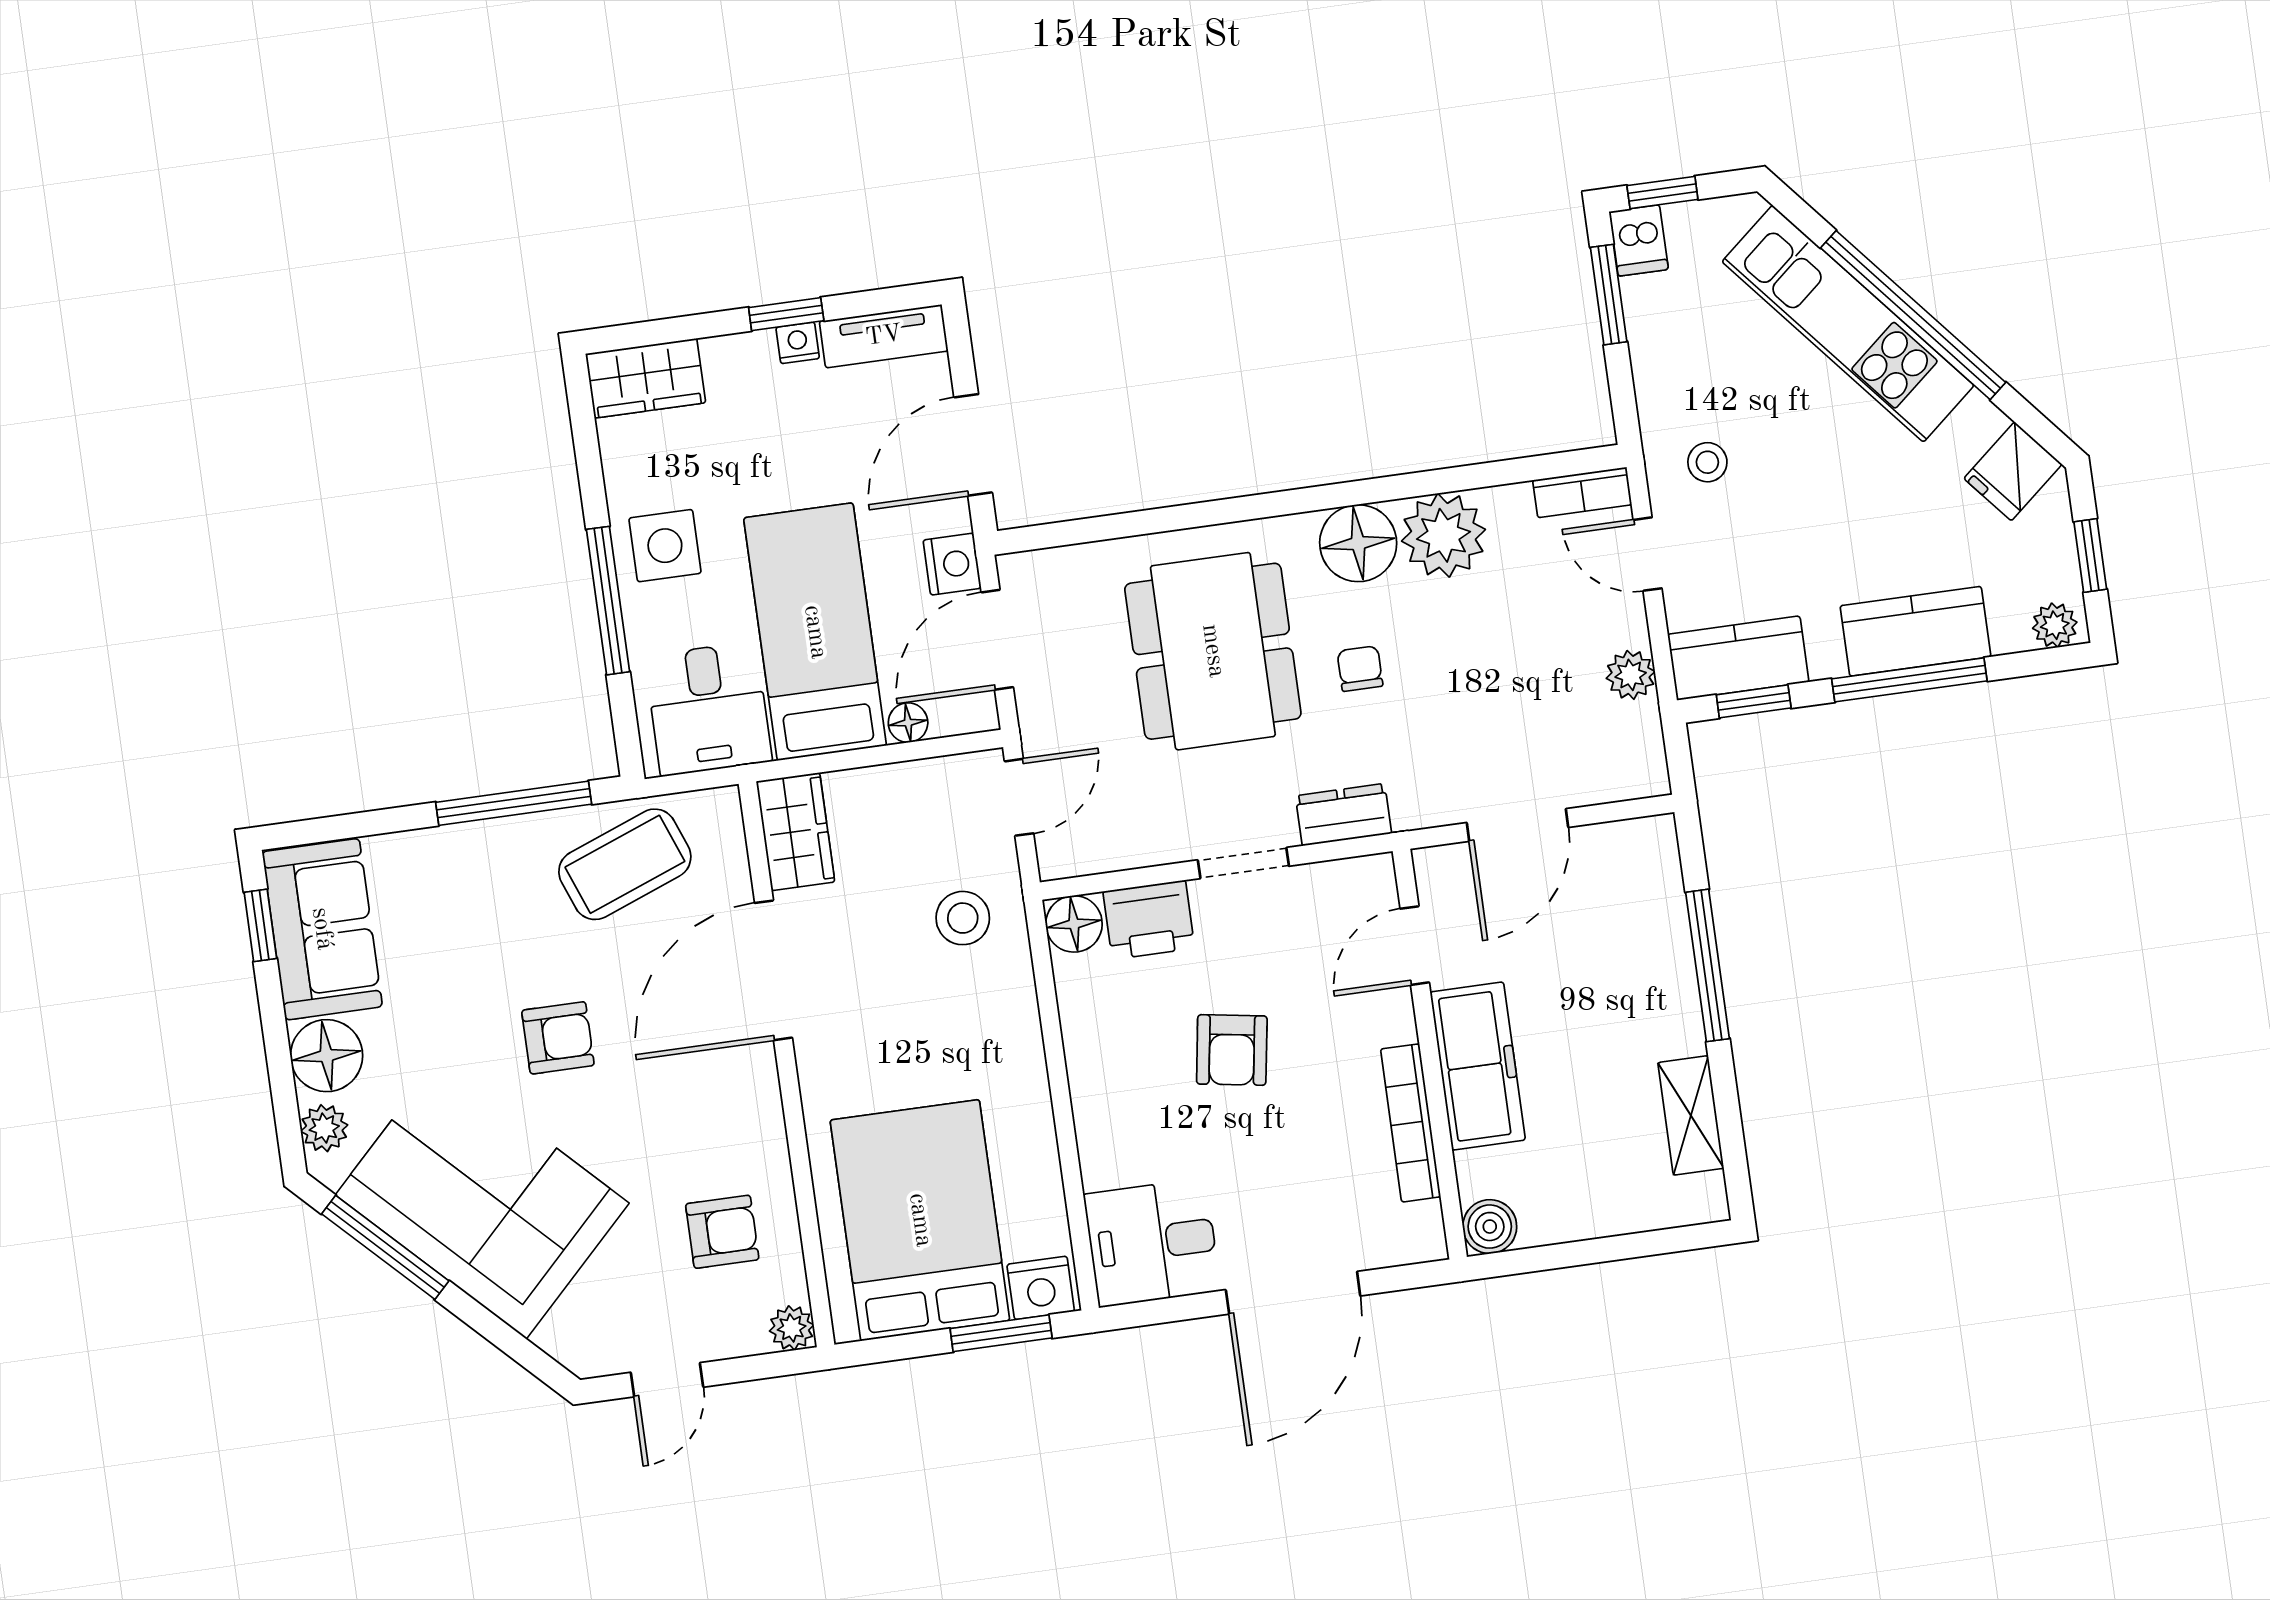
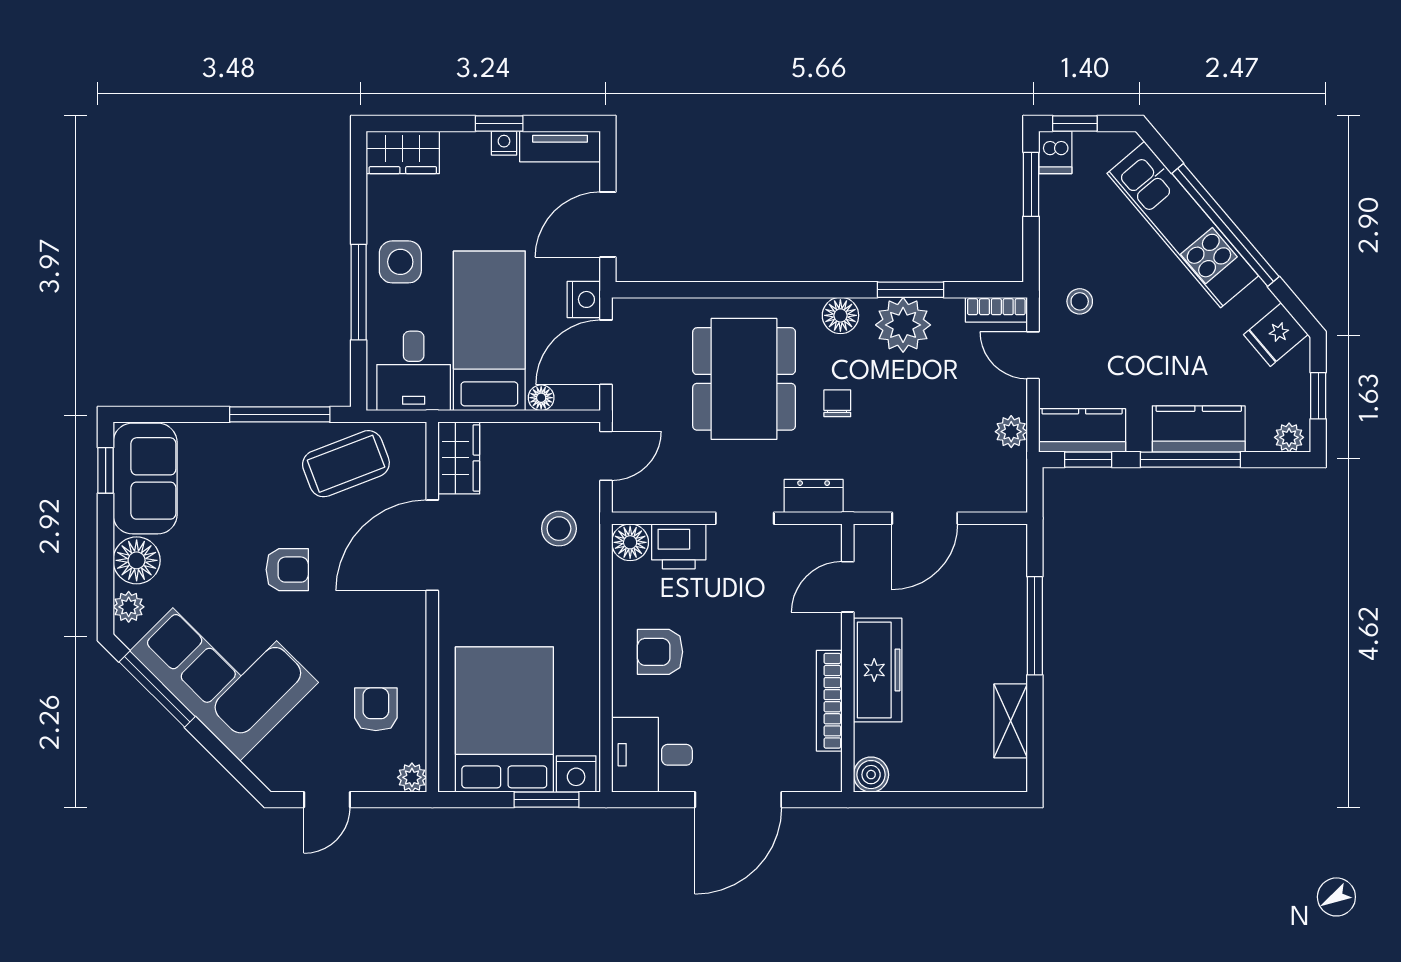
window: (1447, 480) -> (911, 290), added
floor lamp: (1358, 543) -> (840, 315), width x0.73, depth x0.73
armchair: (1232, 1050) -> (660, 652), moved, turned 81
armchair: (722, 1232) -> (376, 709), turned -90

